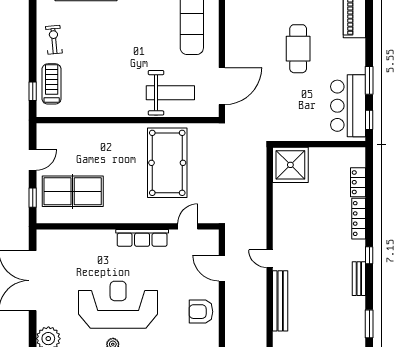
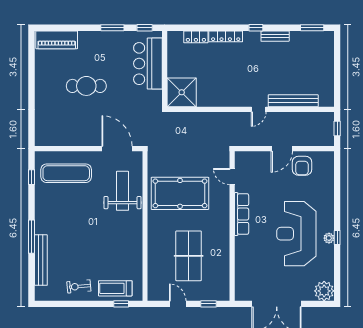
bar counter: (348, 106) -> (148, 64), moved, turned 90
table tennis table: (73, 191) -> (189, 256), moved
door: (222, 268) -> (282, 149), moved

